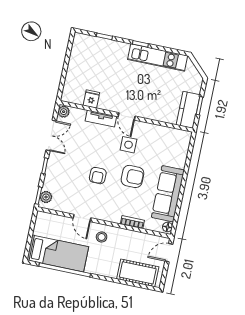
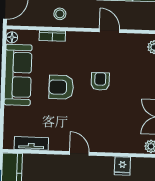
tv unit: (101, 119) -> (31, 143), moved
side table: (128, 145) -> (72, 122), removed
stool: (102, 237) -> (60, 14), moved

